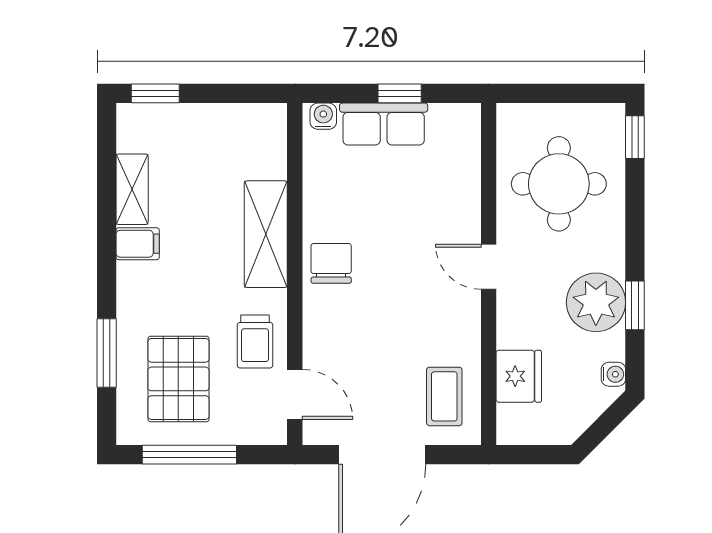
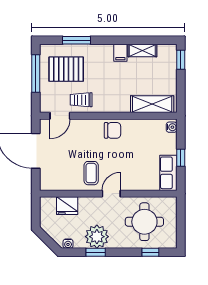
row of seats: (384, 124) -> (168, 173), moved
window: (635, 137) -> (150, 252), moved
shelving: (266, 234) -> (152, 104), moved
coffee table: (444, 396) -> (91, 173), moved, turned 90

